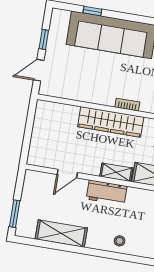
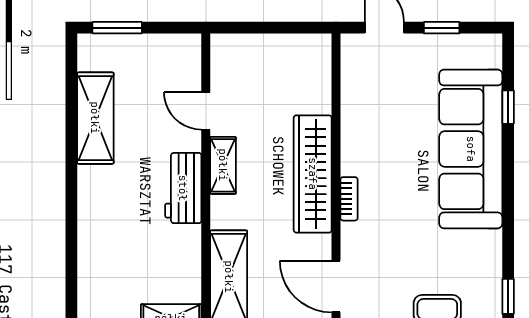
shelving: (116, 172) -> (223, 165), moved
stool: (120, 241) -> (100, 226), removed

